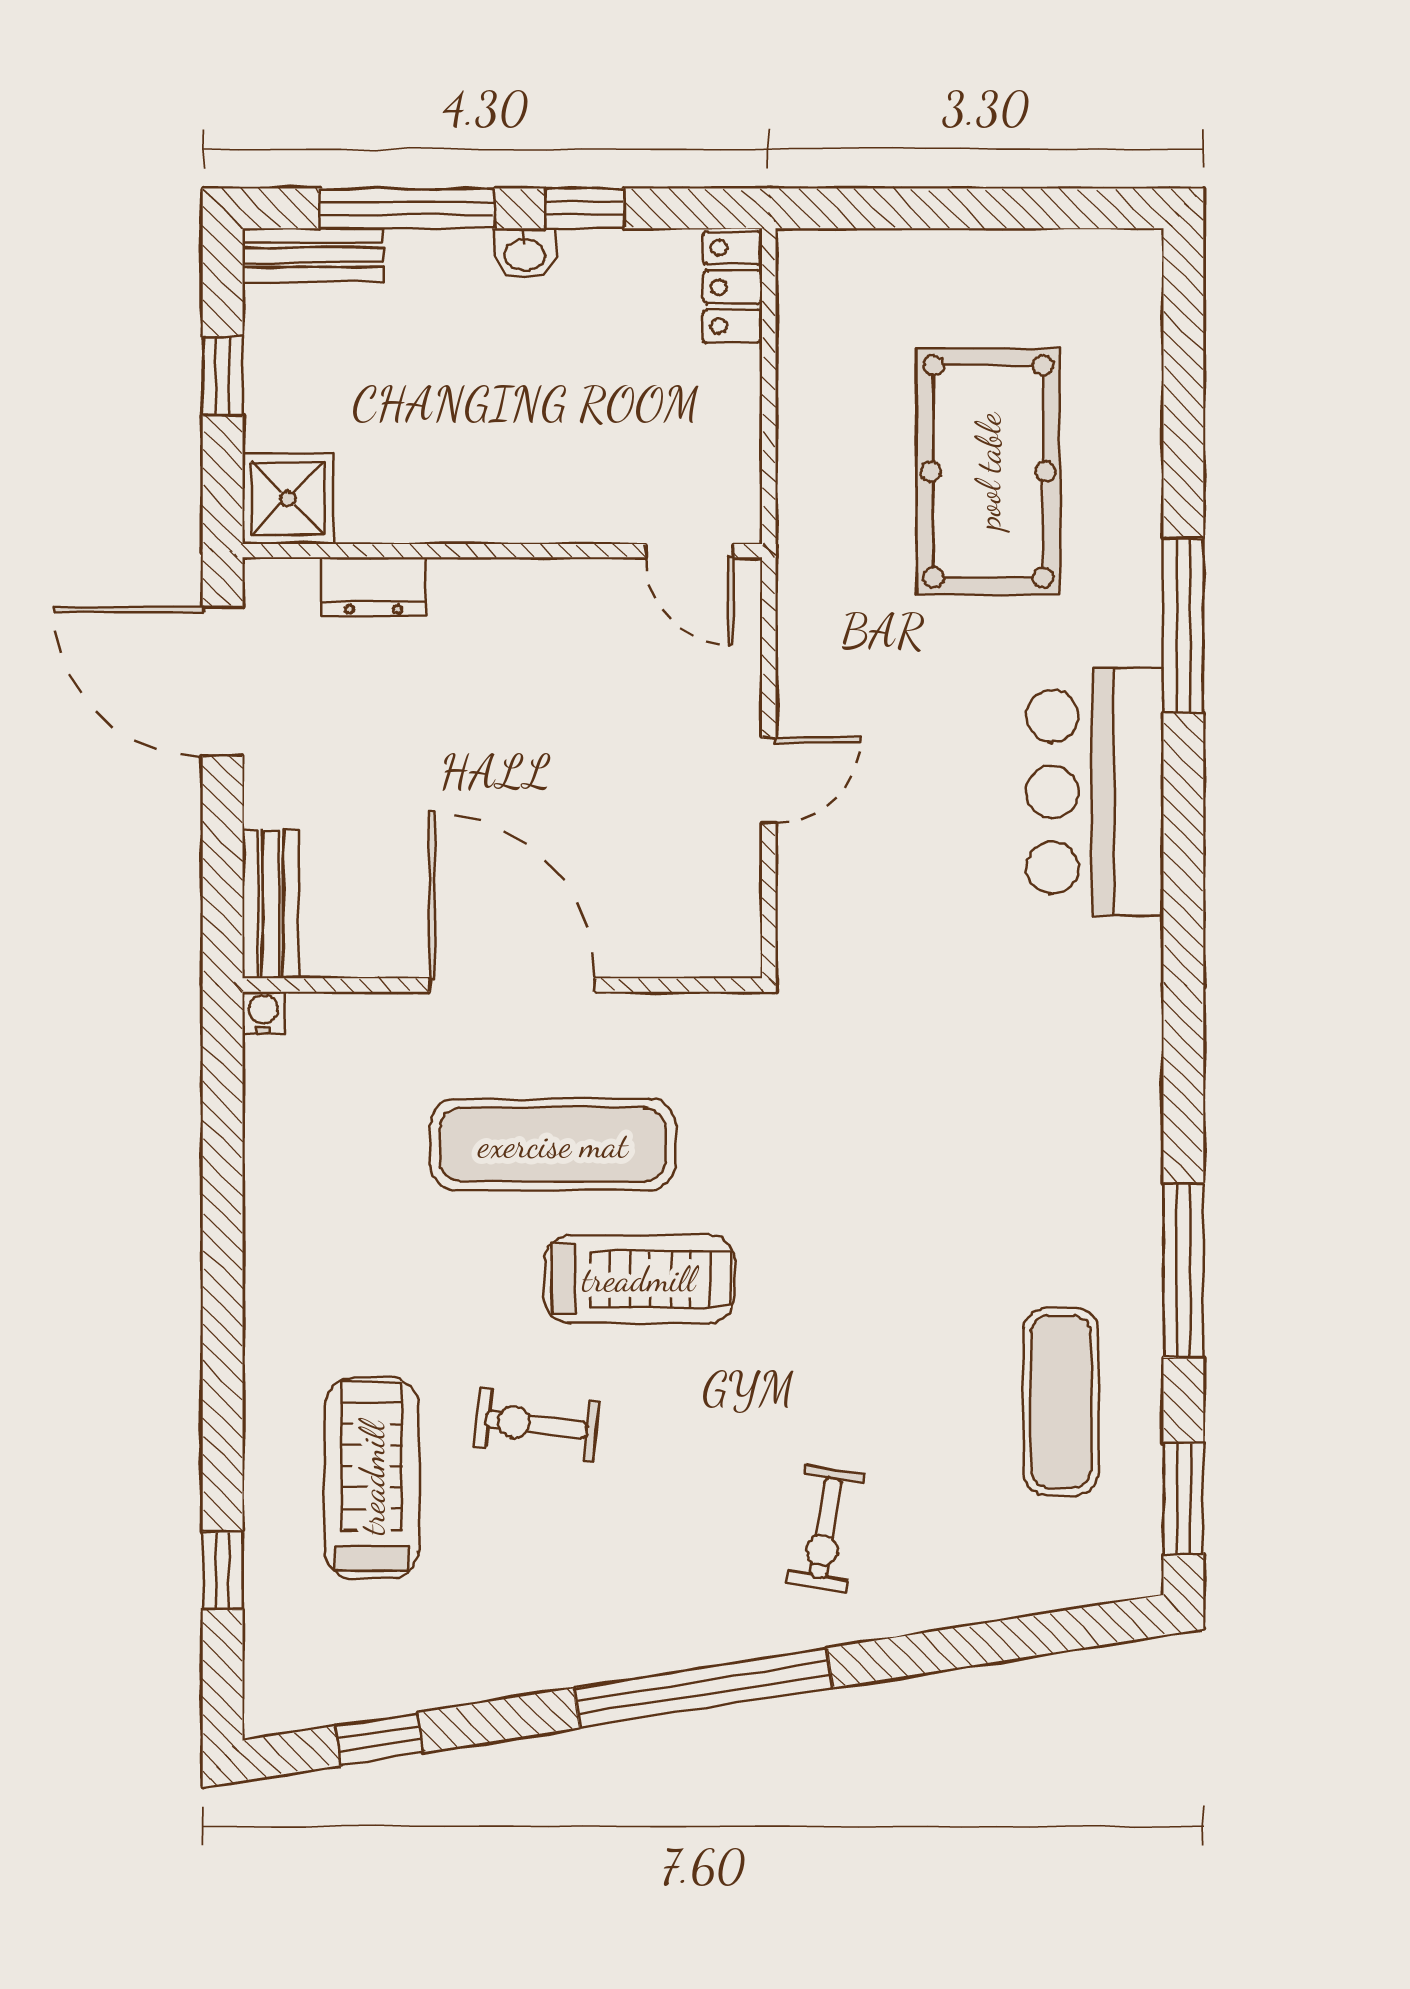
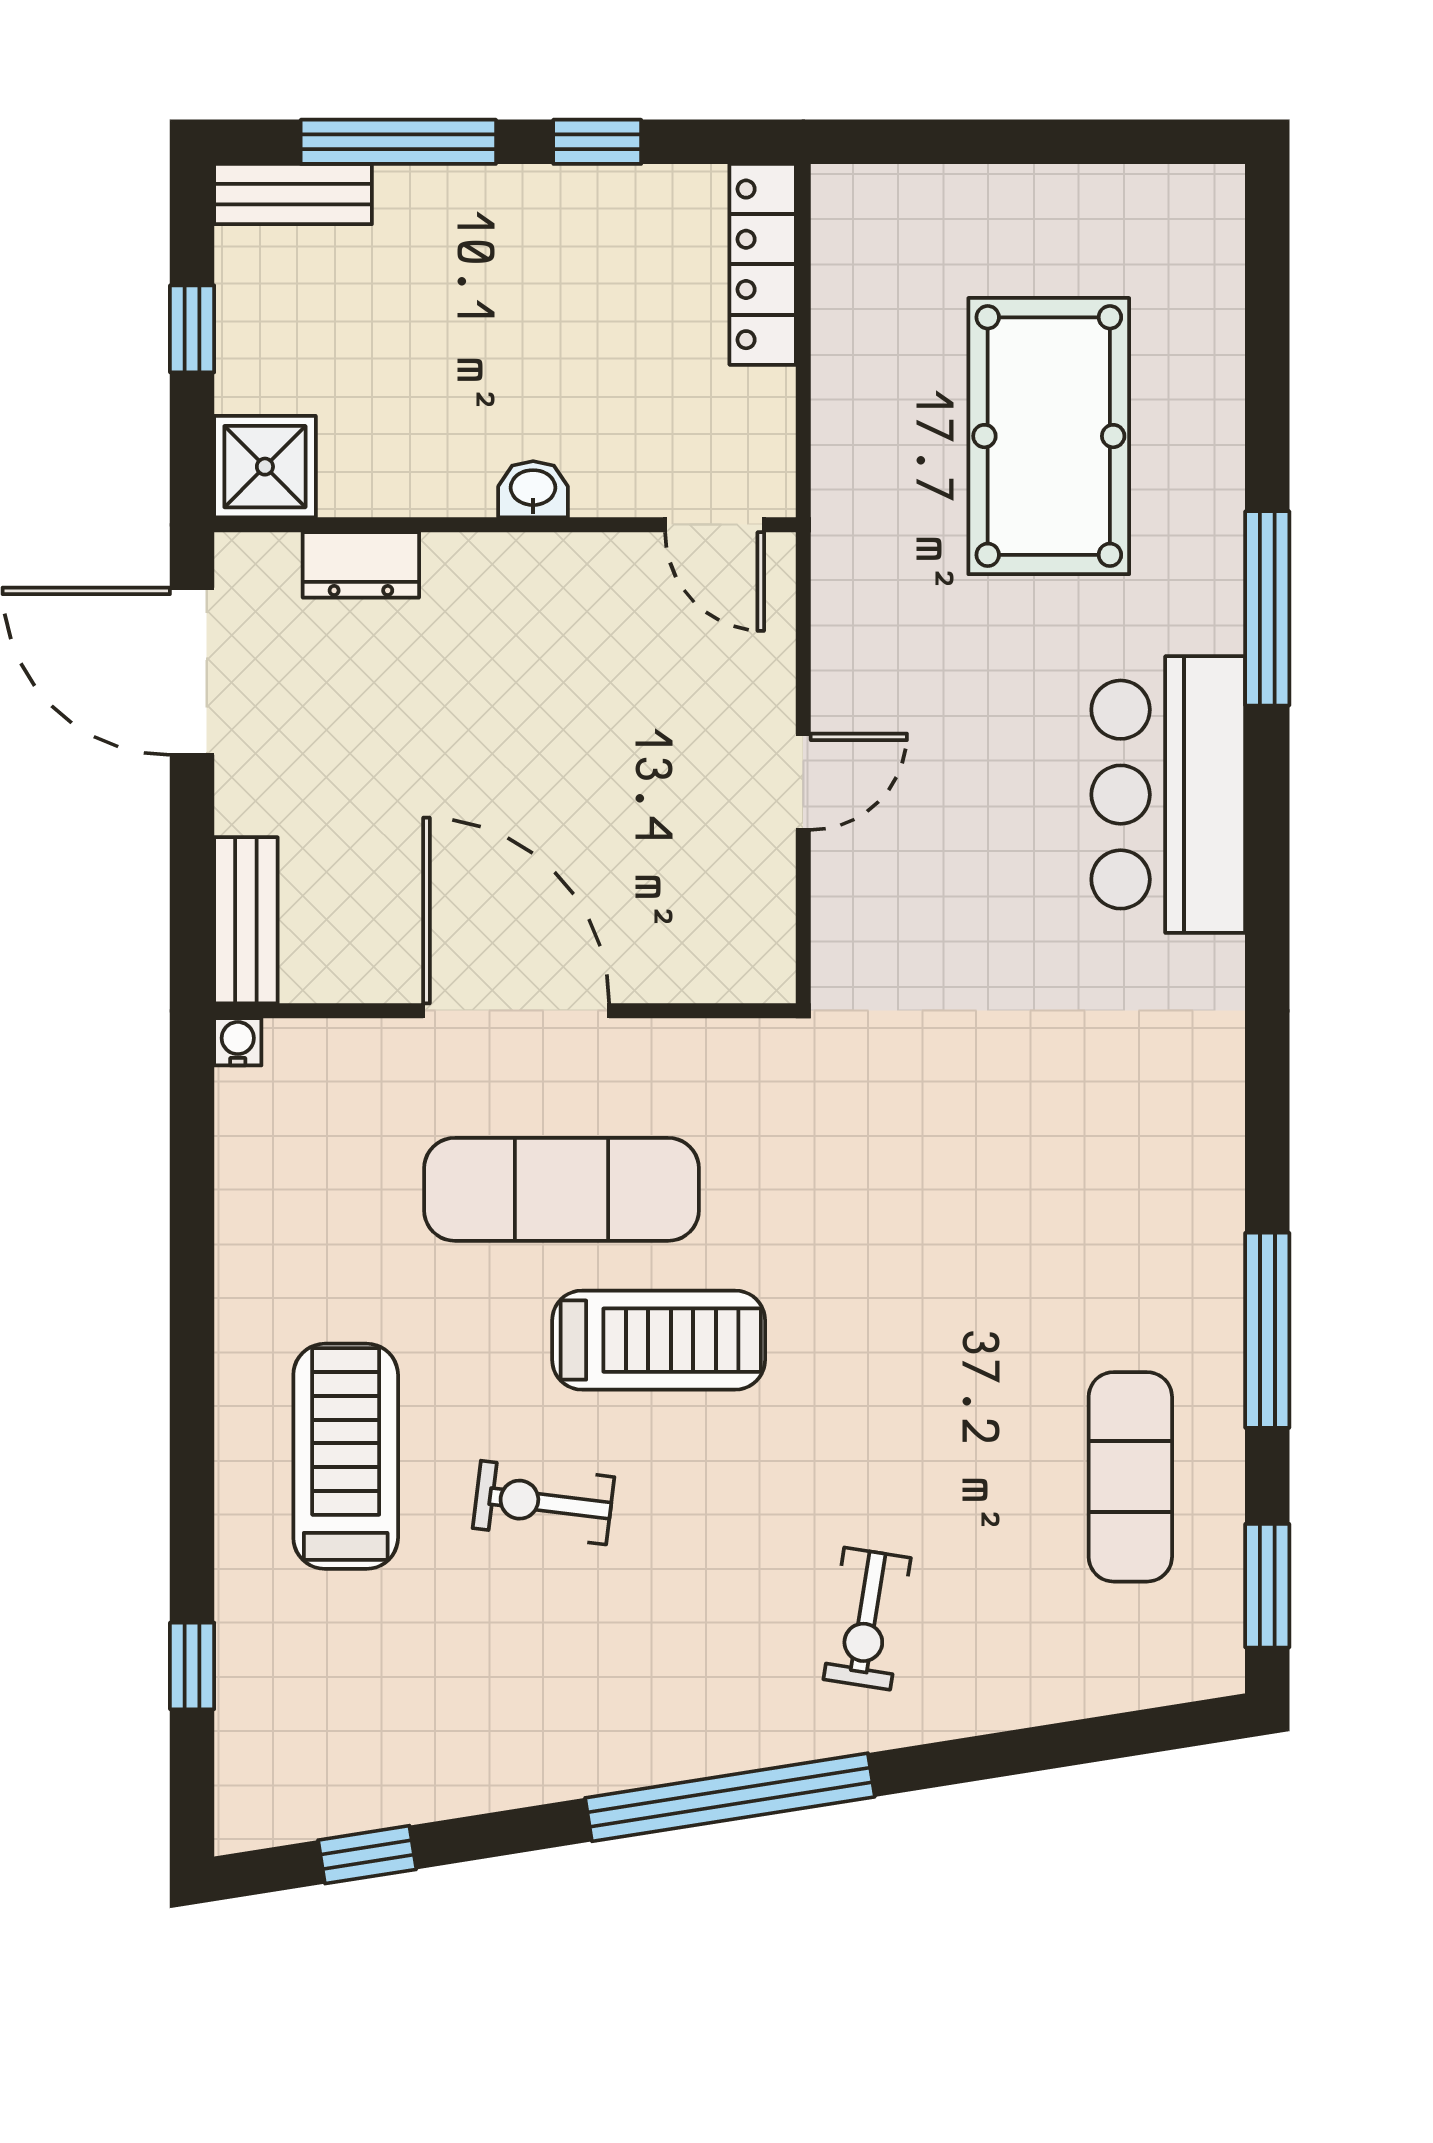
washbasin: (525, 253) -> (533, 489), moved, turned 180
locker: (732, 287) -> (763, 264), width x1.53
treadmill: (372, 1478) -> (346, 1456), moved

